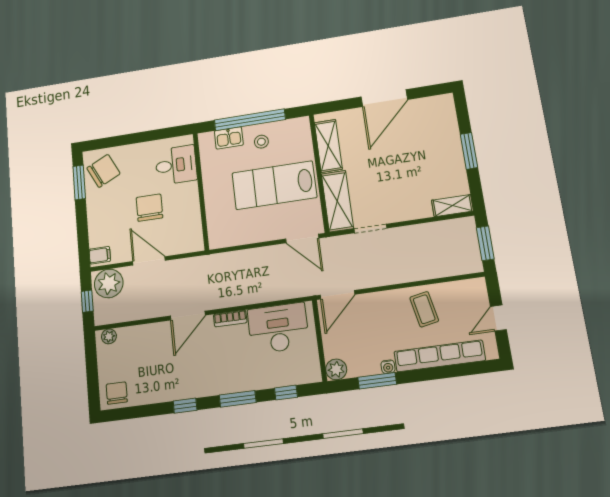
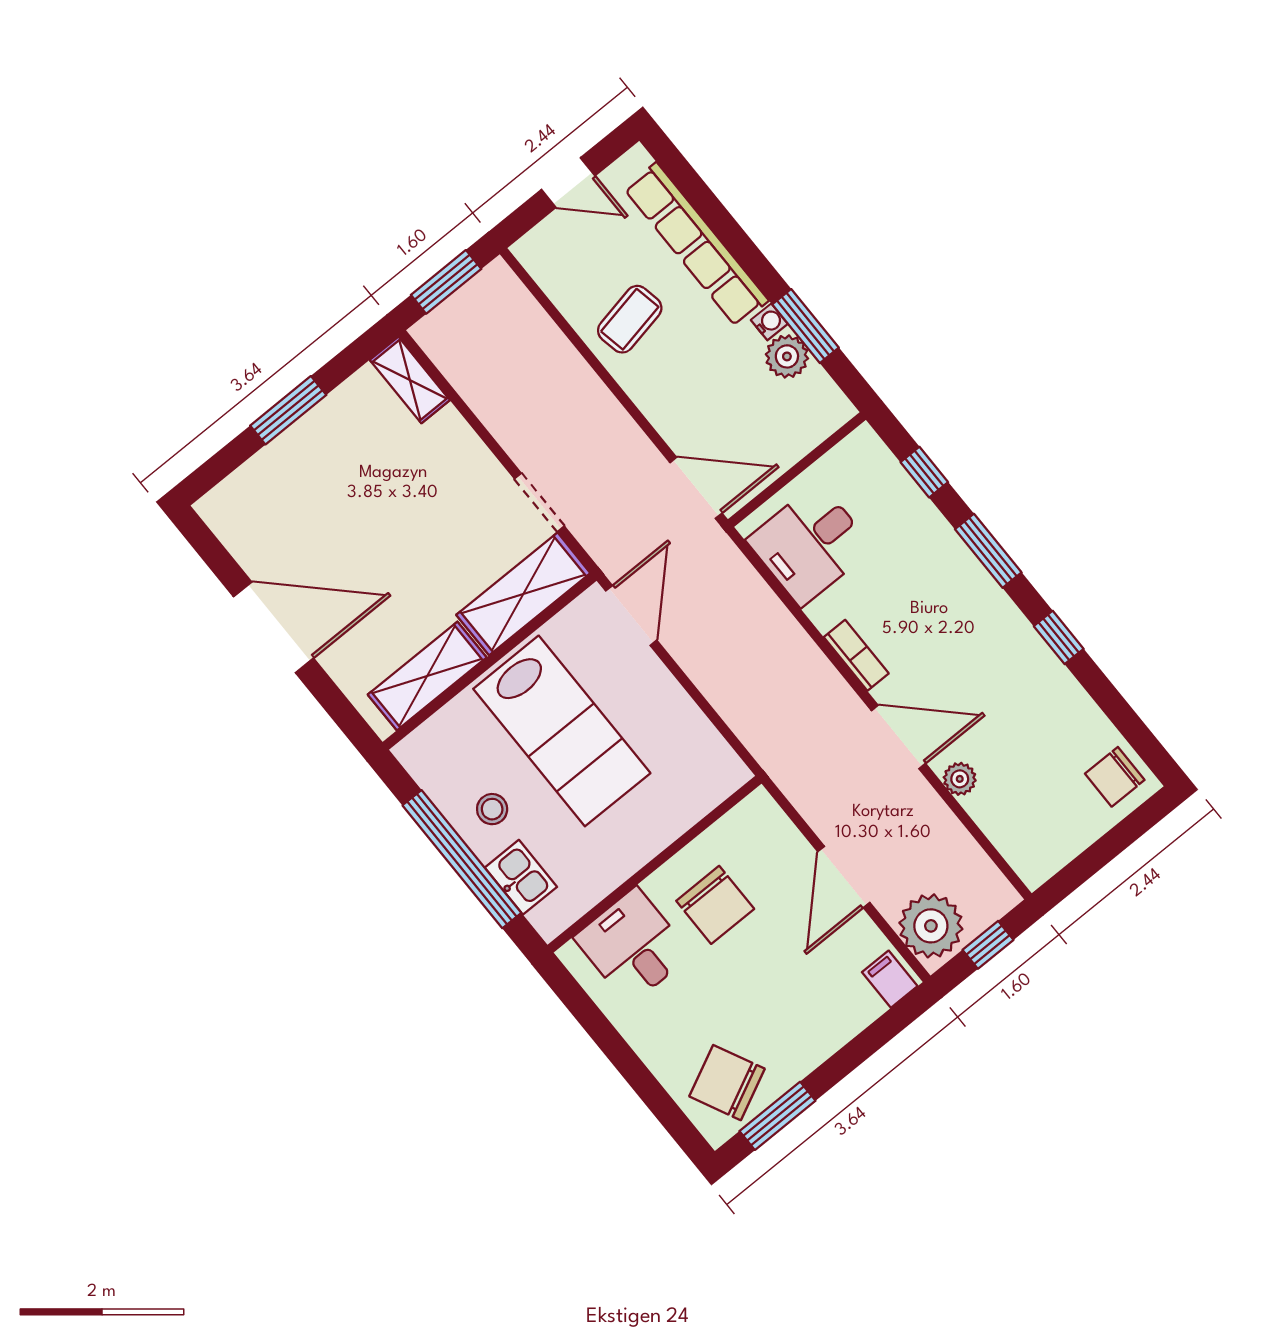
chair: (149, 208) -> (715, 905), moved, turned -90
desk: (278, 328) -> (810, 544), width x0.73
plant: (109, 336) -> (960, 779), moved
plant: (336, 369) -> (787, 356), moved

